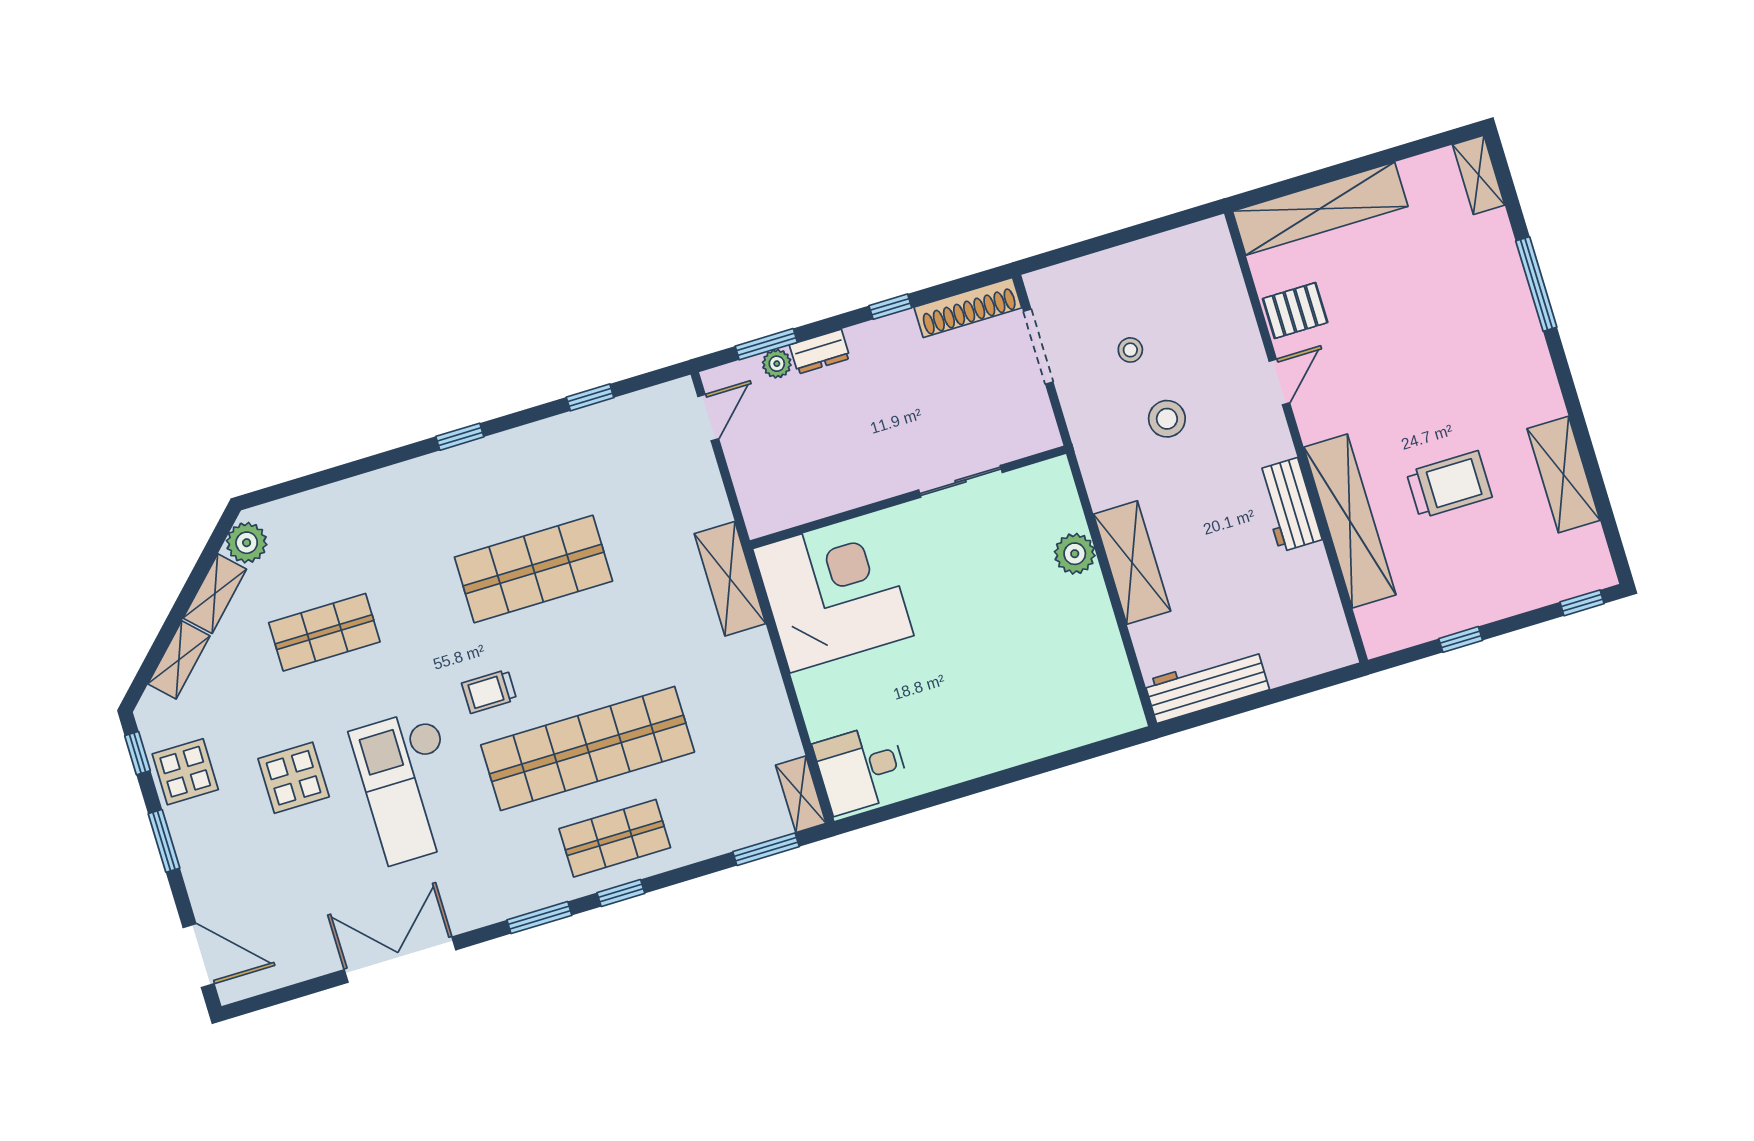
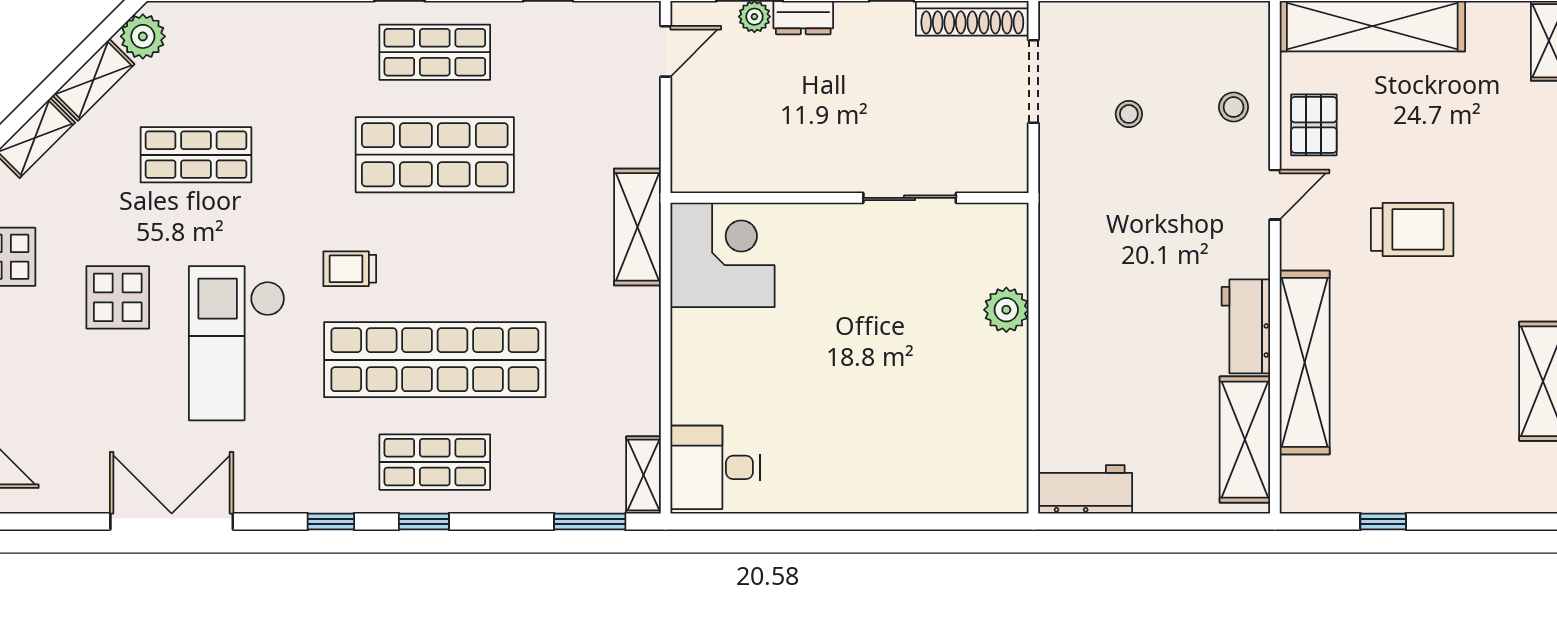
pallet: (1295, 311) -> (1314, 125), turned 90
stool: (1167, 419) -> (1234, 107), moved, width x0.73, depth x0.73
shop shelf: (506, 479) -> (435, 52), added
trolley: (1449, 485) -> (1412, 229), moved
shelving: (1132, 563) -> (1245, 440), moved
corner desk: (833, 592) -> (722, 255), width x0.74, depth x0.74
window: (1582, 603) -> (1522, 521), removed
workbench: (1207, 685) -> (1085, 489), width x0.73
window: (539, 918) -> (331, 521), width x0.67

